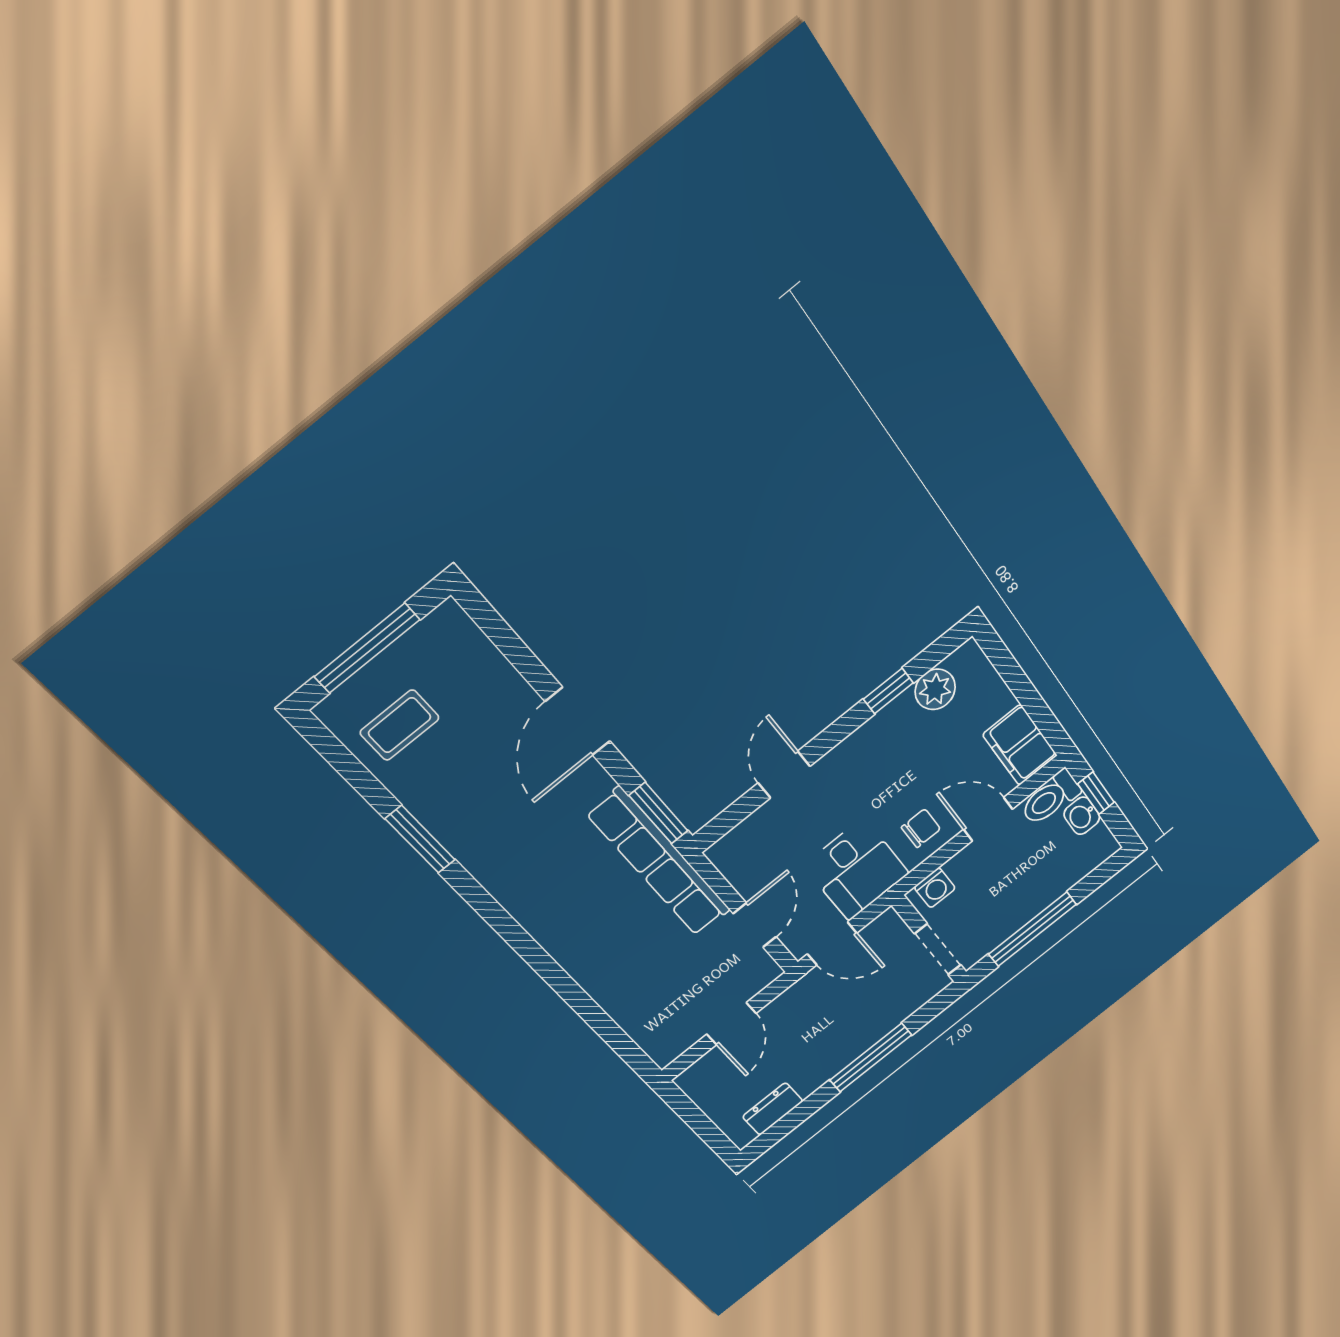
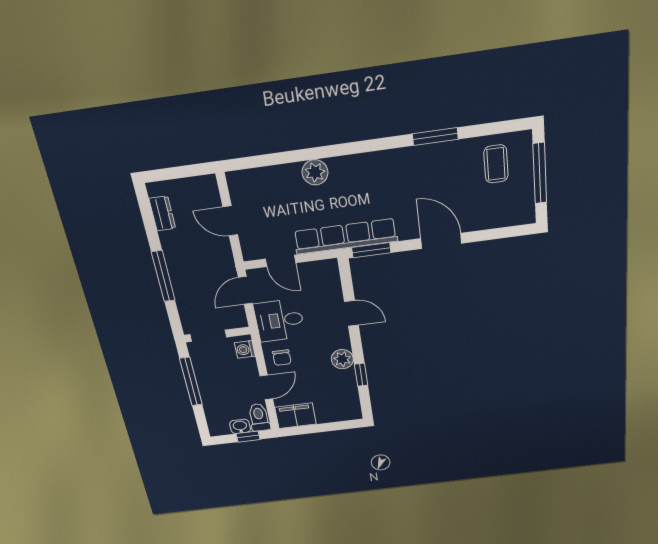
plant: (935, 689) -> (342, 359), moved
plant: (586, 962) -> (315, 172), added

